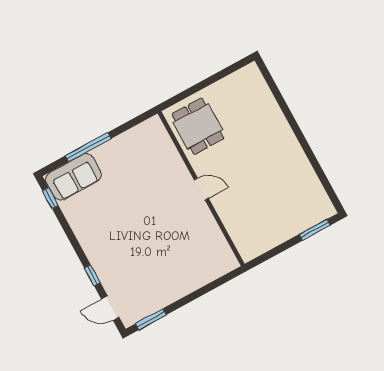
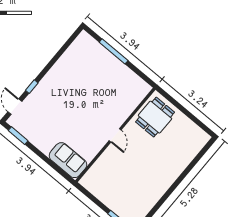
sofa: (73, 177) -> (68, 160), moved, turned 180
window: (50, 198) -> (71, 40), removed

